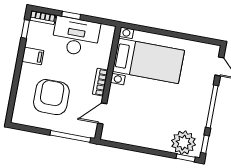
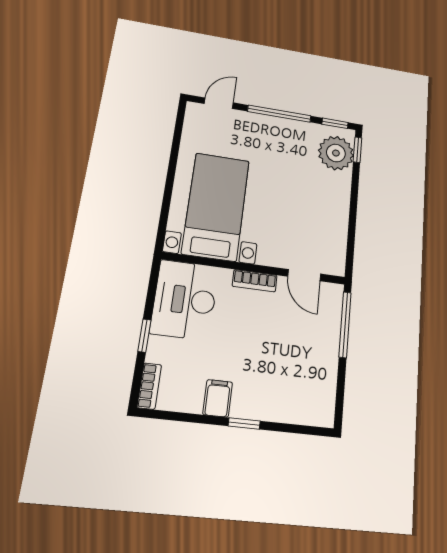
window: (25, 29) -> (244, 423), moved
desk: (76, 36) -> (185, 300), moved
armchair: (51, 97) -> (285, 360), removed

